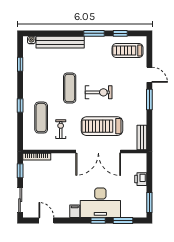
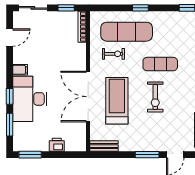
exercise mat: (41, 118) -> (127, 32), width x1.36, depth x1.45

